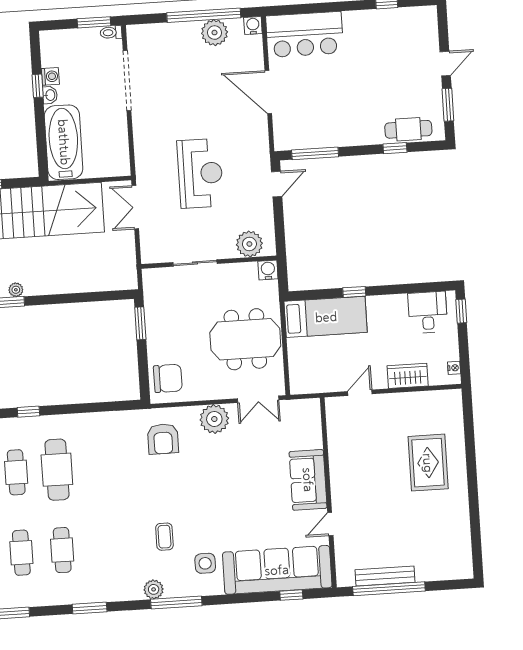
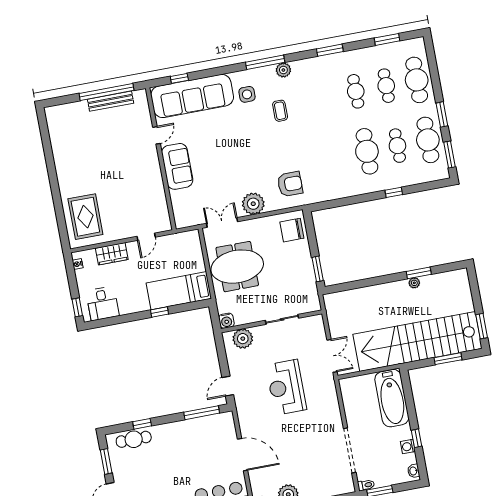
washbasin: (50, 95) -> (414, 471), moved
armchair: (163, 439) -> (290, 184), turned 90
rug: (428, 463) -> (85, 217), moved

